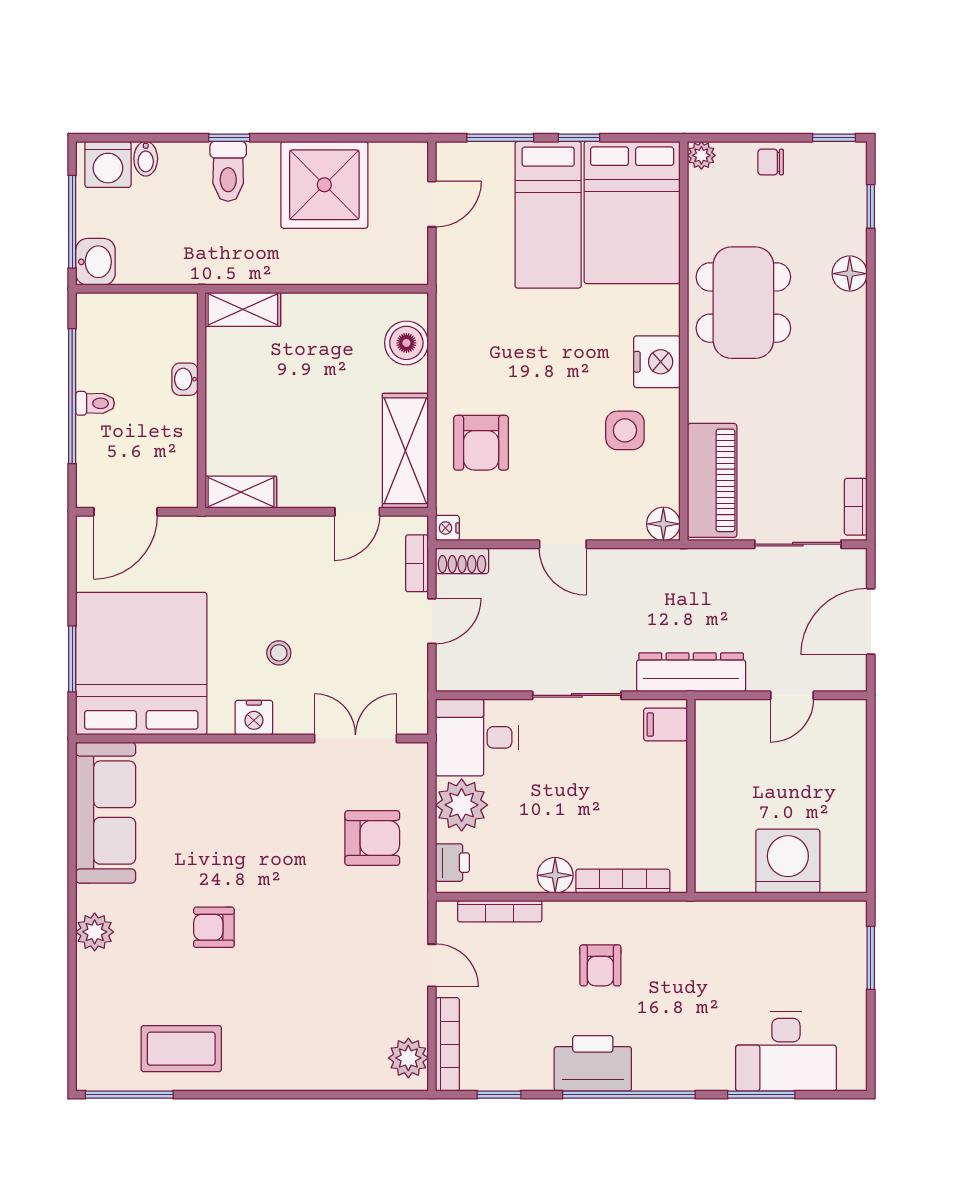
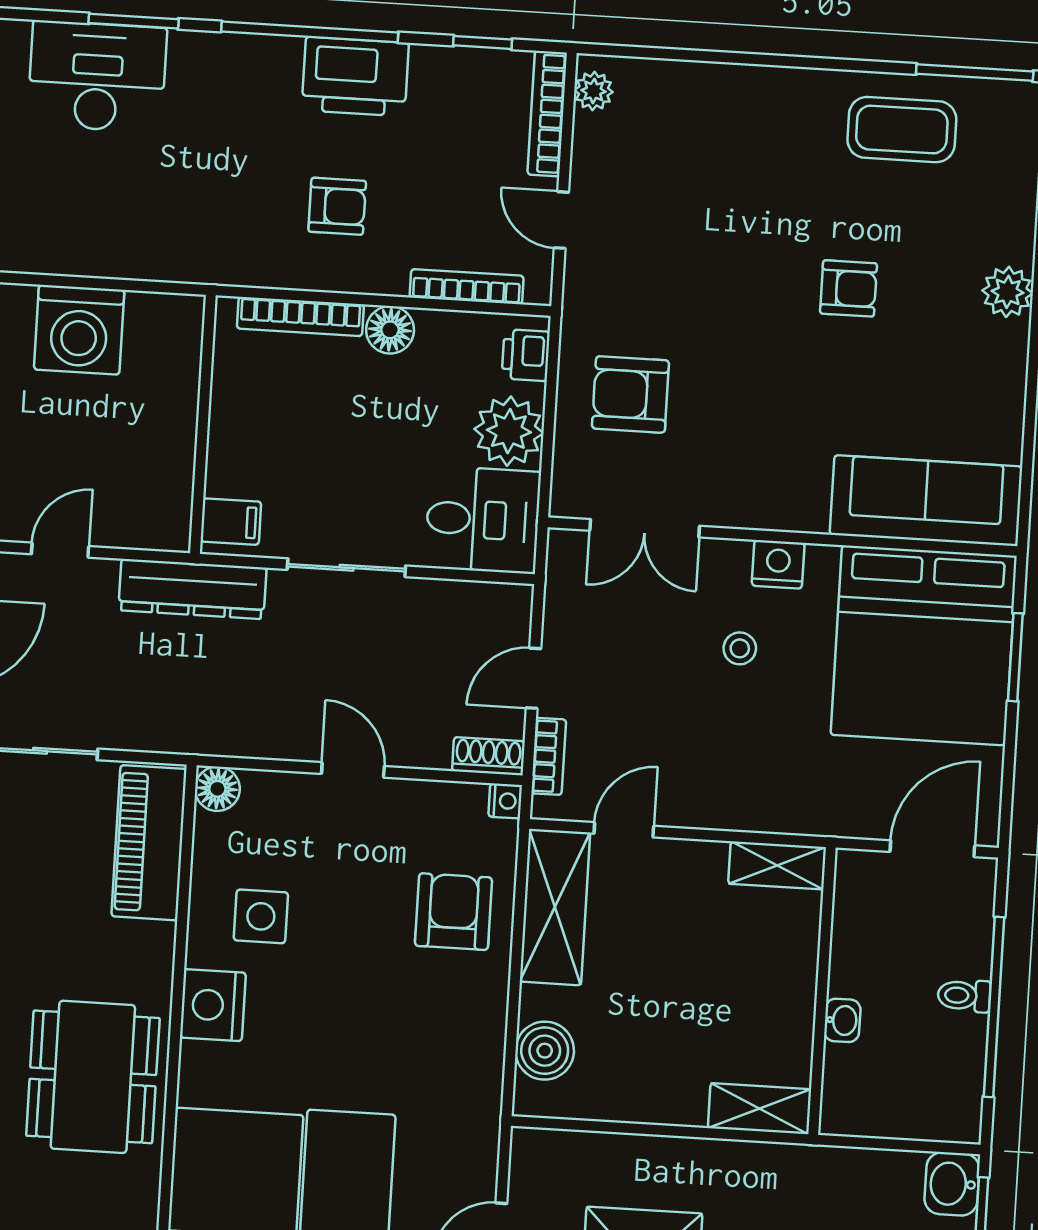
sofa: (106, 813) -> (926, 501), moved, turned 90
armchair: (600, 965) -> (337, 206), turned 90
plant: (408, 1058) -> (594, 91), width x0.73, depth x0.73

